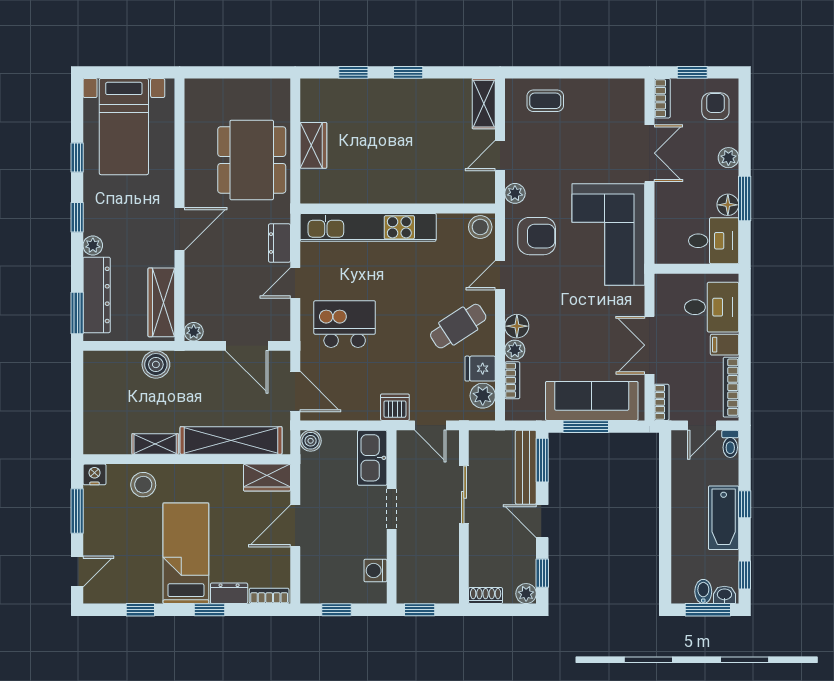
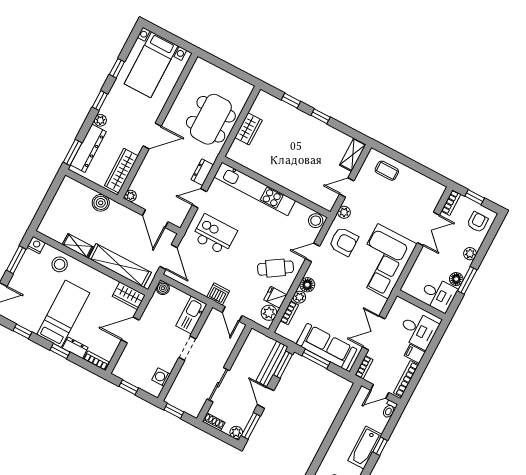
sliding door: (464, 495) -> (218, 385), moved
window: (542, 573) -> (251, 426), width x1.50

